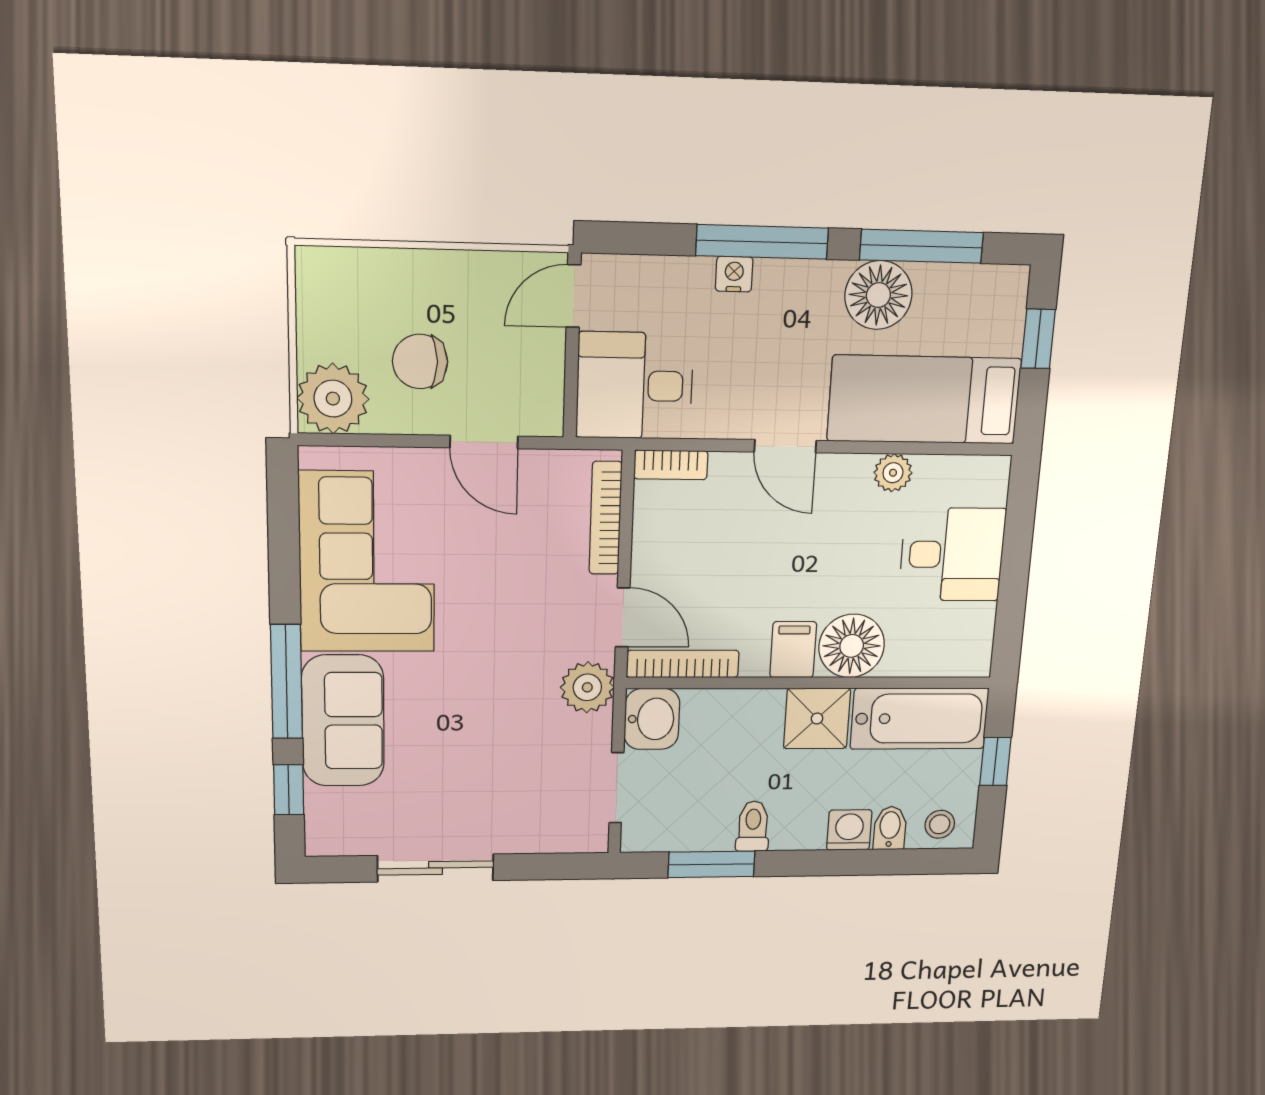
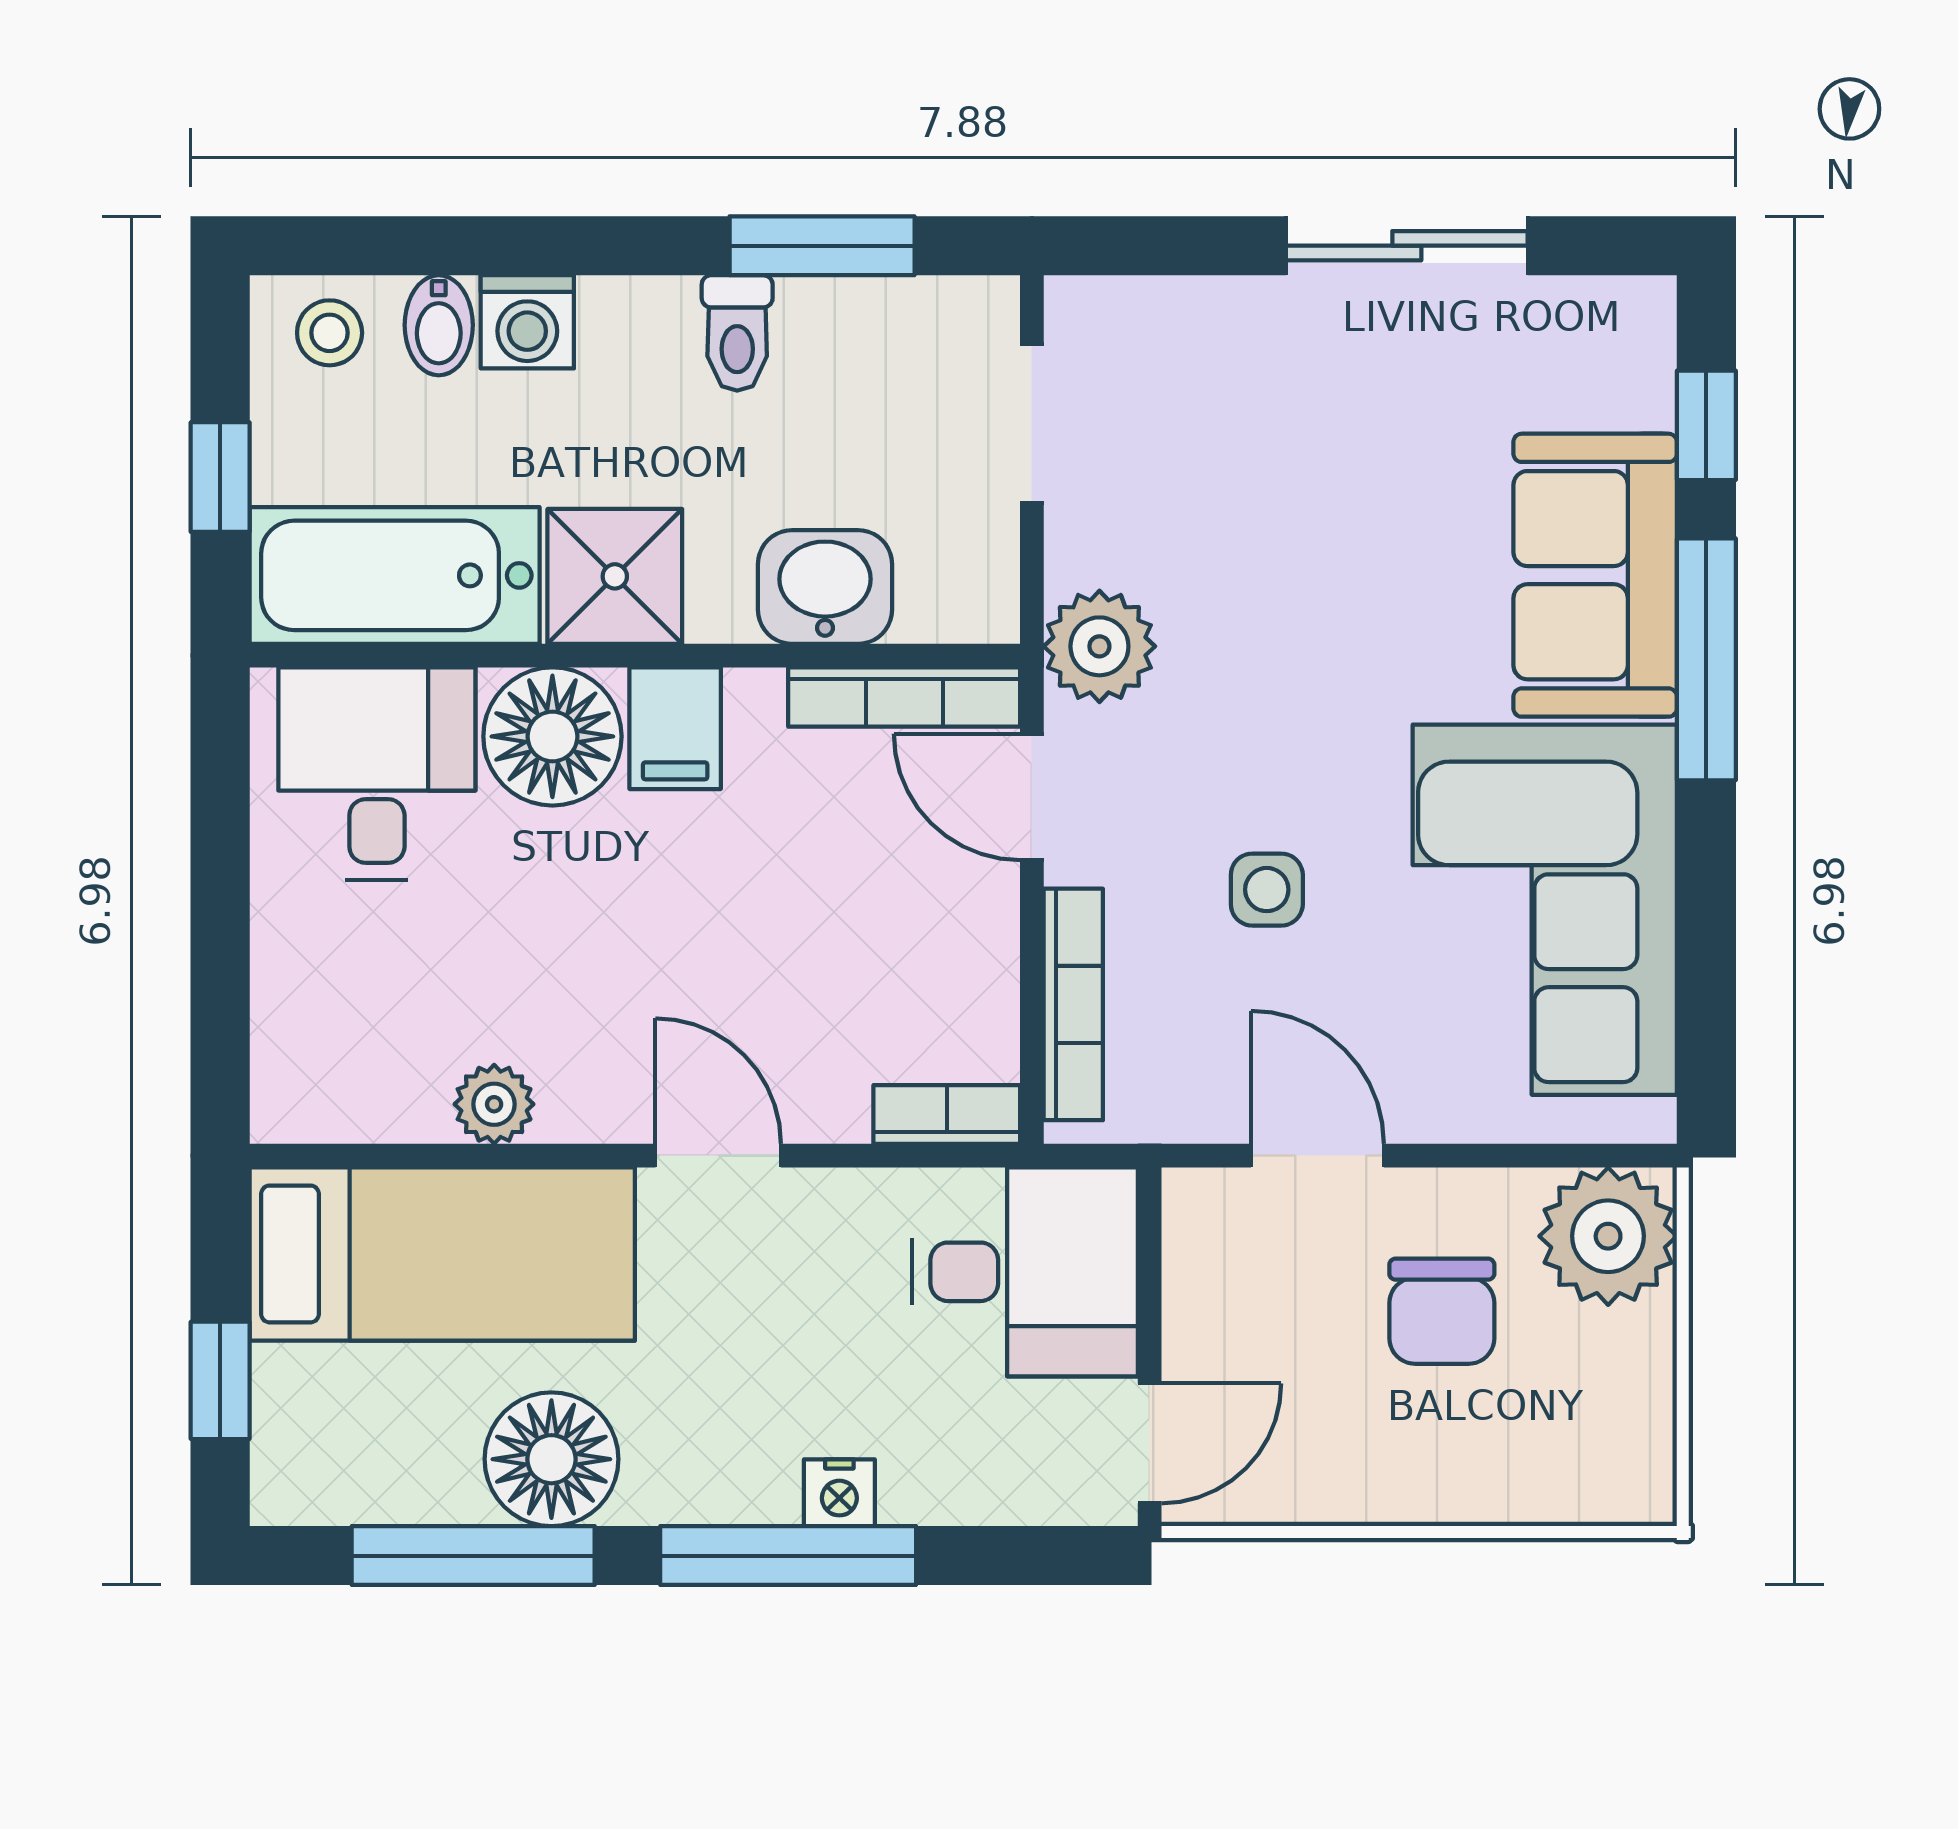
chair: (420, 361) -> (1442, 1311), turned 90
desk: (952, 554) -> (377, 774), moved, turned 90
side table: (508, 573) -> (1267, 890), added
washbasin: (652, 719) -> (825, 587), moved, turned 90

